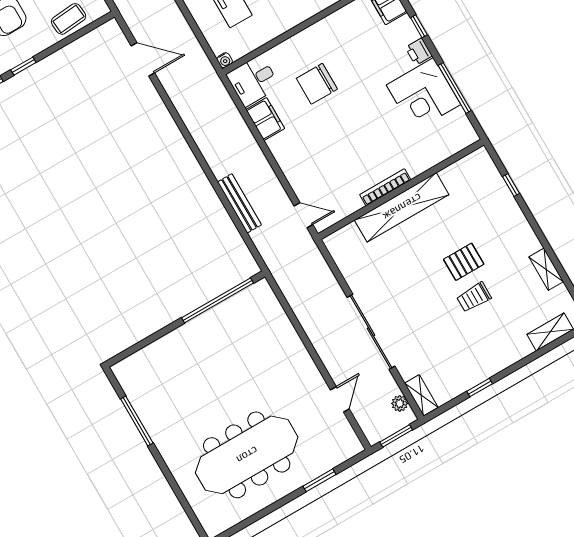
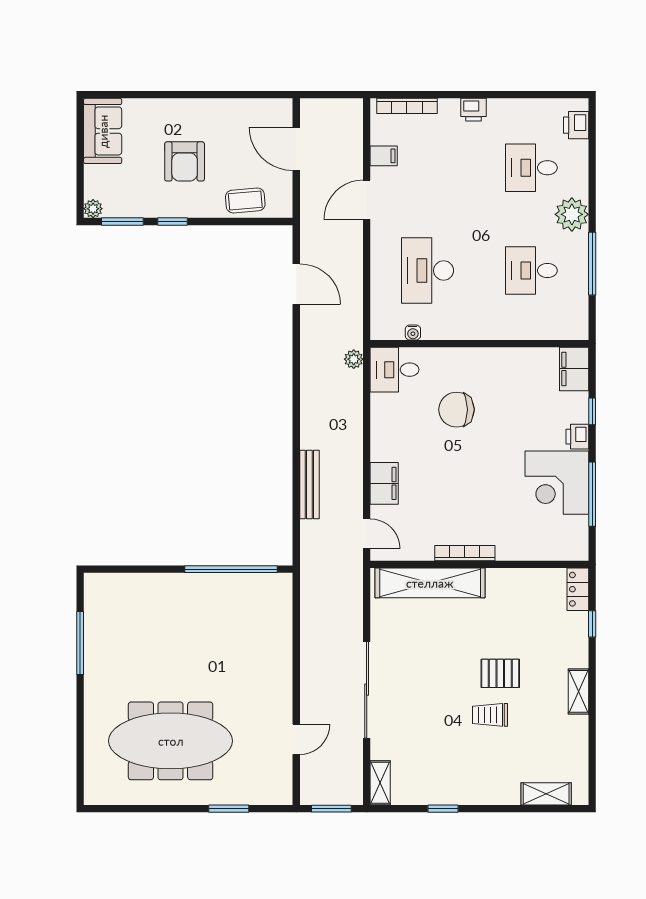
water cooler: (225, 60) -> (413, 333), moved
filing cabinet: (265, 119) -> (384, 483), moved
locker: (485, 165) -> (578, 589), added
shelving: (402, 207) -> (430, 583), moved
shelving: (546, 269) -> (578, 691), moved
plant: (400, 403) -> (354, 359), moved

